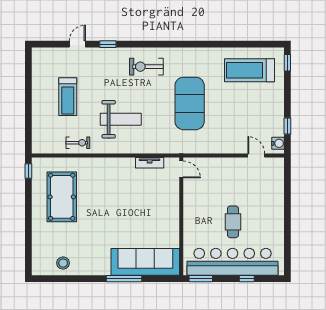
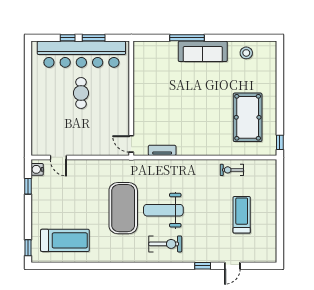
weight bench: (121, 119) -> (163, 210), moved
sofa: (145, 262) -> (203, 51), moved, width x0.74, depth x0.79
window: (201, 279) -> (94, 38), moved

